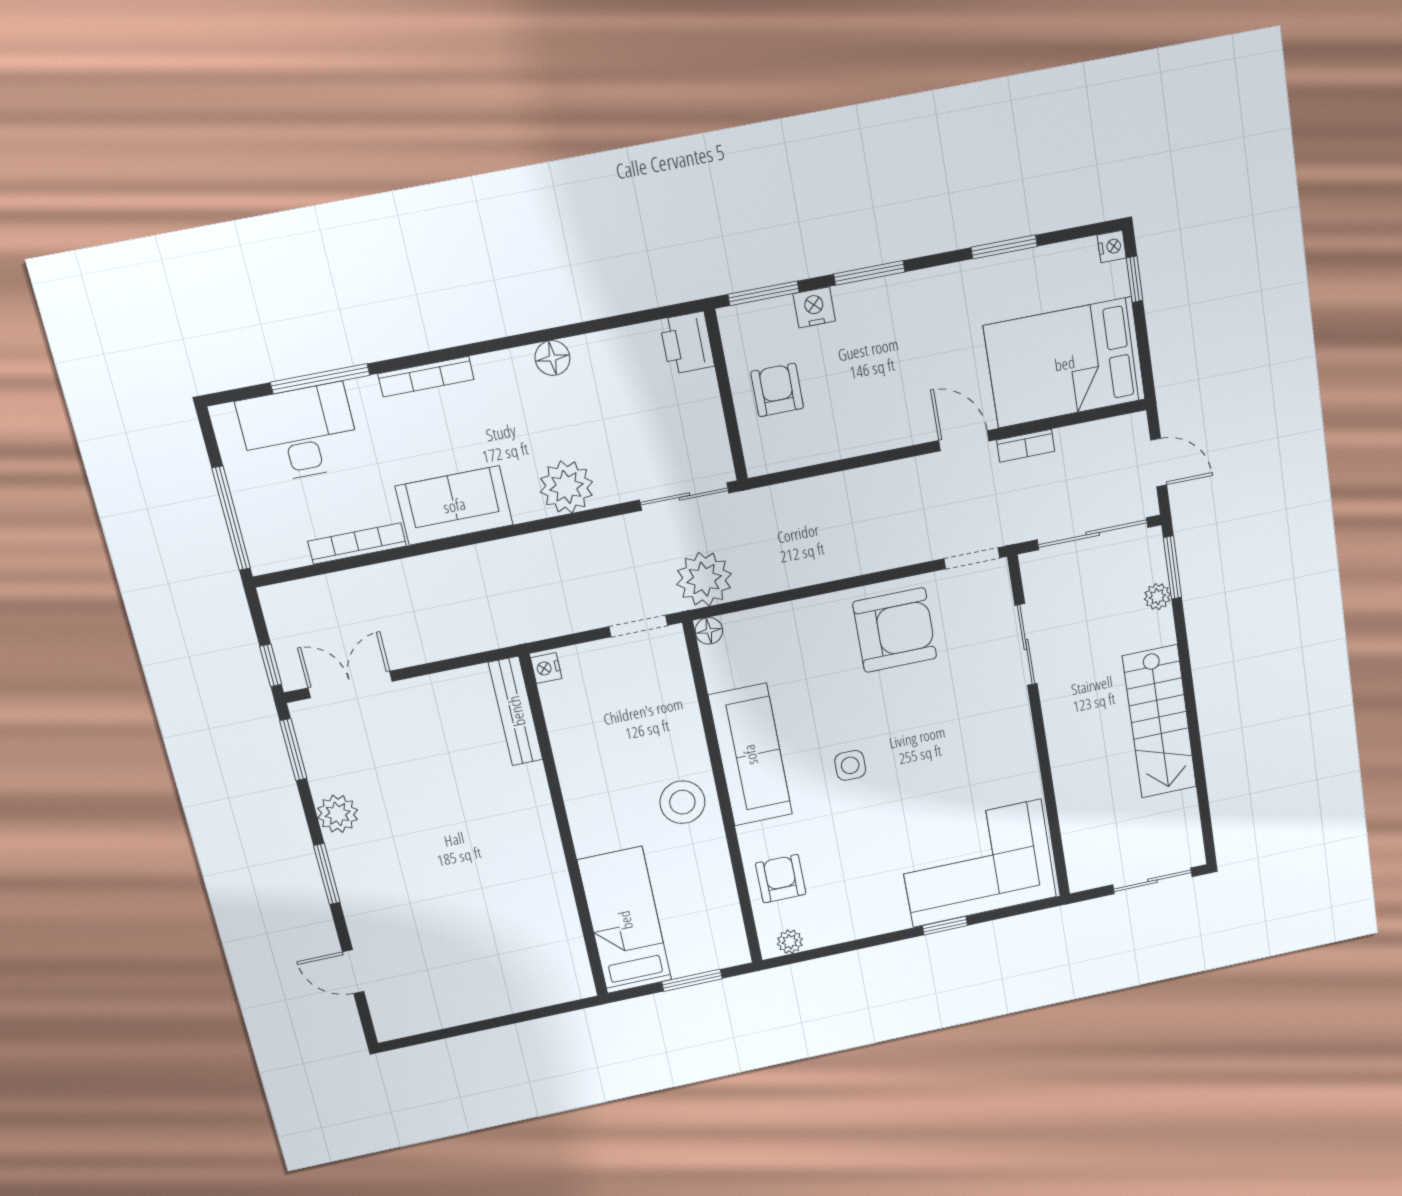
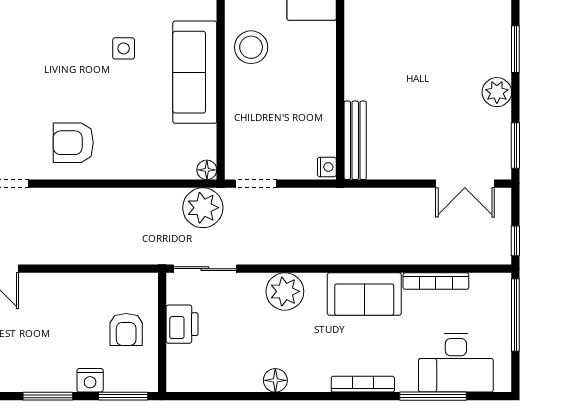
printer: (687, 343) -> (182, 324), moved
armchair: (895, 630) -> (73, 143), width x0.73, depth x0.73
window: (271, 665) -> (515, 241), moved

